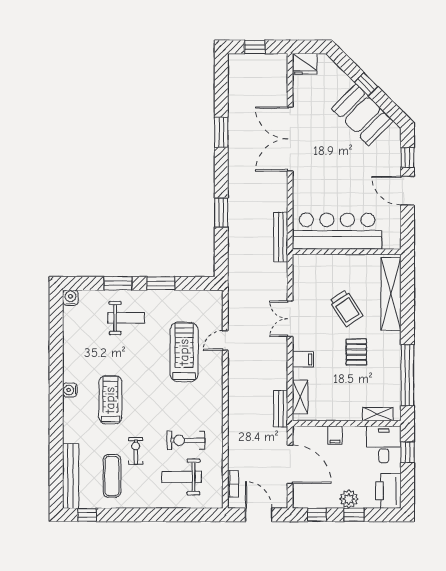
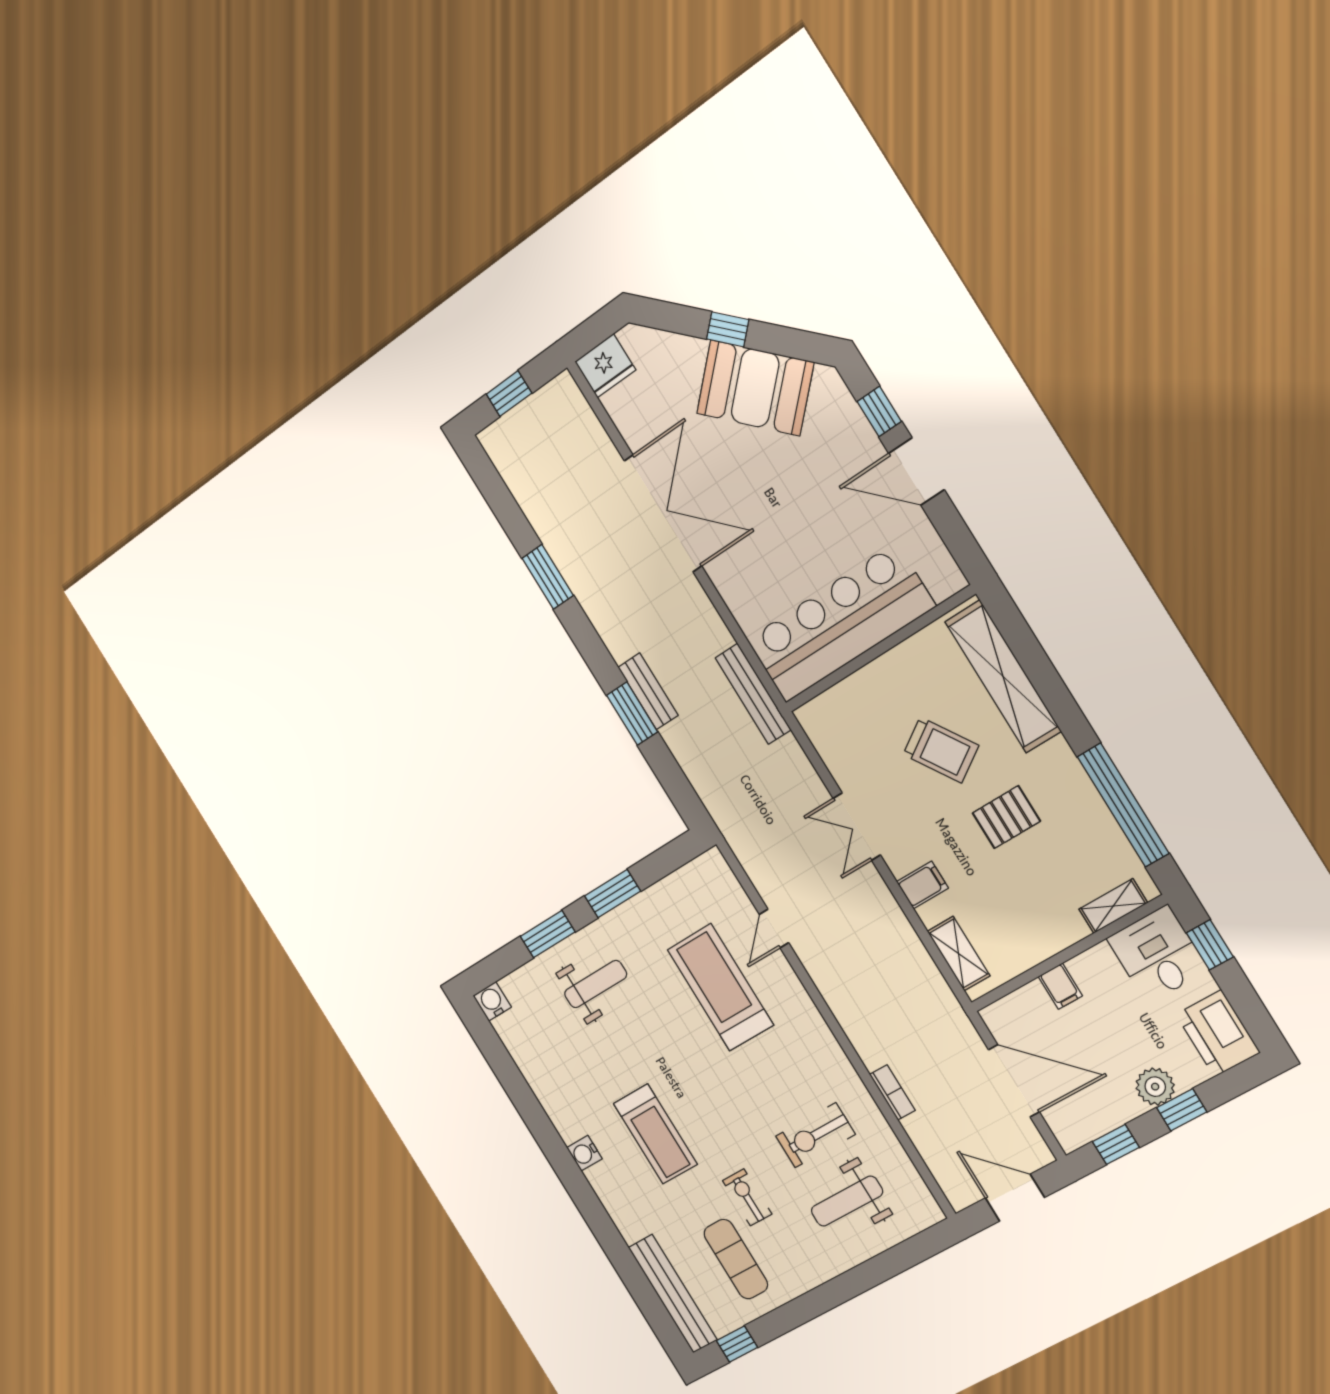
double door: (290, 139) -> (663, 513), swing flipped
pallet: (356, 352) -> (1006, 817), turned 90
treadmill: (110, 400) -> (655, 1134), turned 180
bench: (281, 409) -> (648, 691), moved
bookcase: (233, 484) -> (892, 1092), moved

